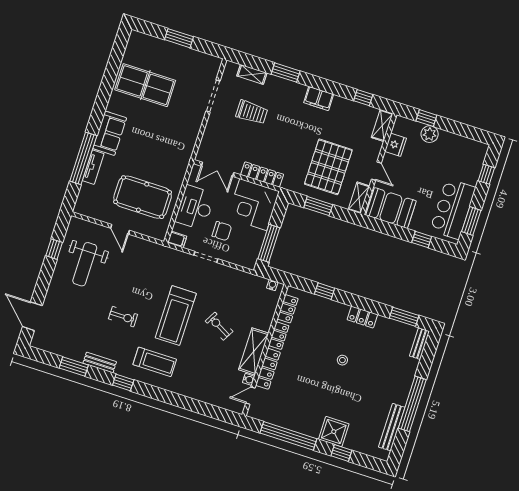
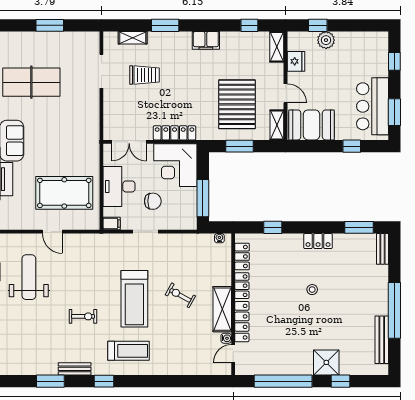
weight bench: (85, 264) -> (29, 277), turned 180

